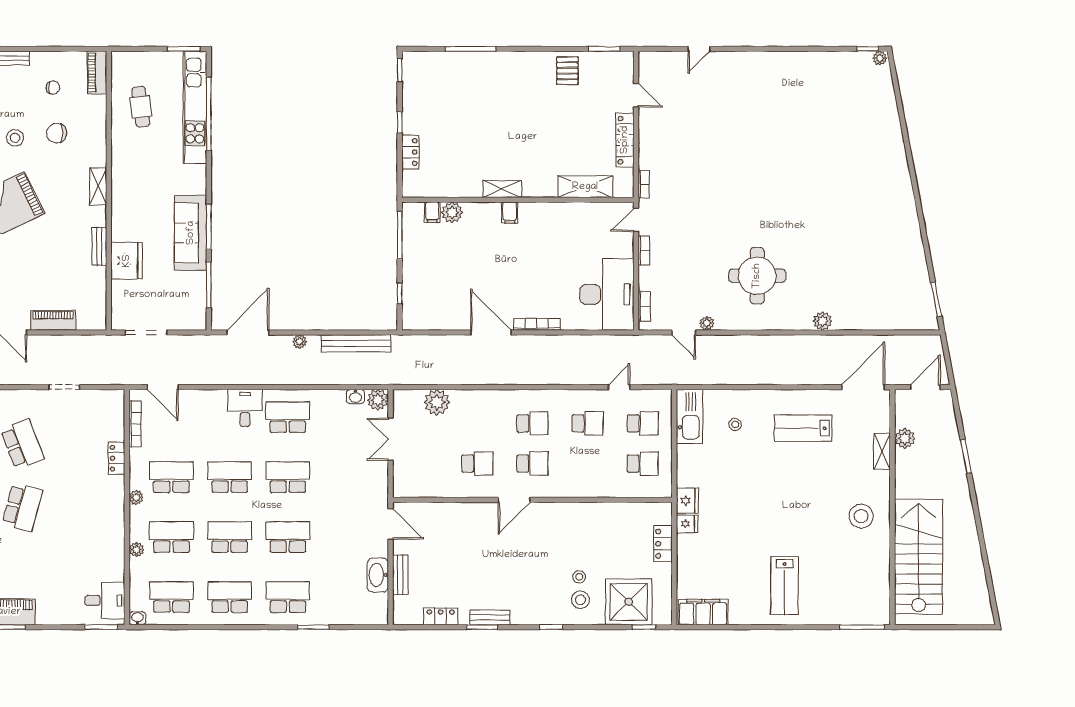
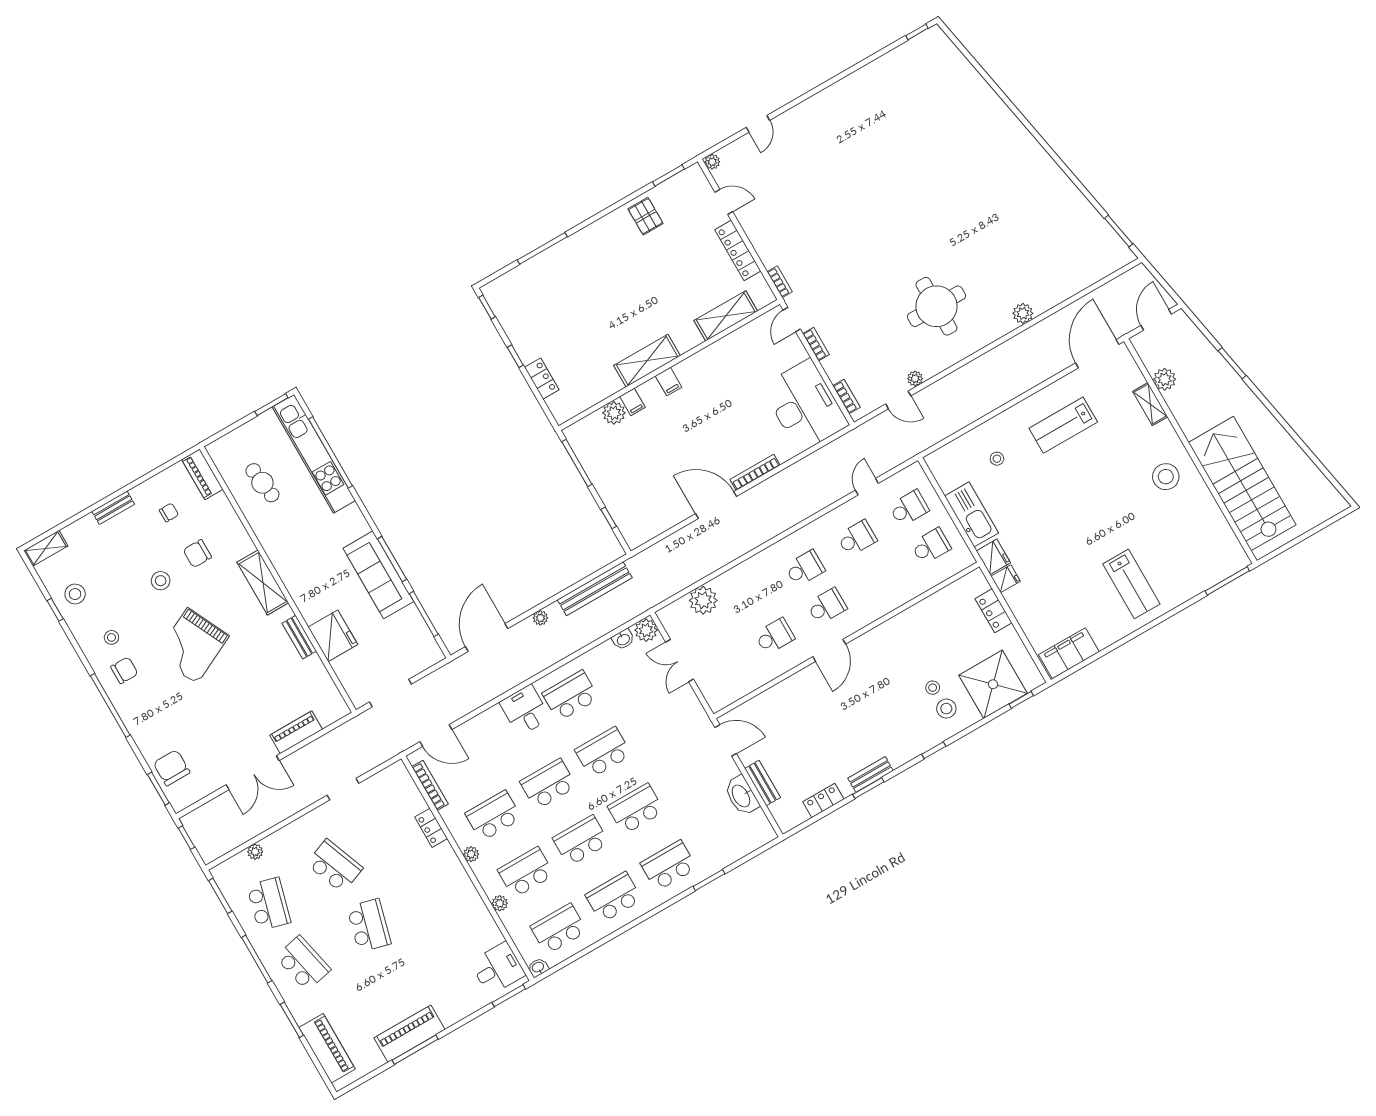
plant: (880, 58) -> (712, 162), moved
shelving: (98, 186) -> (263, 583), width x1.50, depth x1.33
shelving: (502, 189) -> (647, 361), width x1.50, depth x1.33
filing cabinet: (432, 212) -> (632, 402), moved
kitchen sink: (689, 416) -> (971, 514), moved

